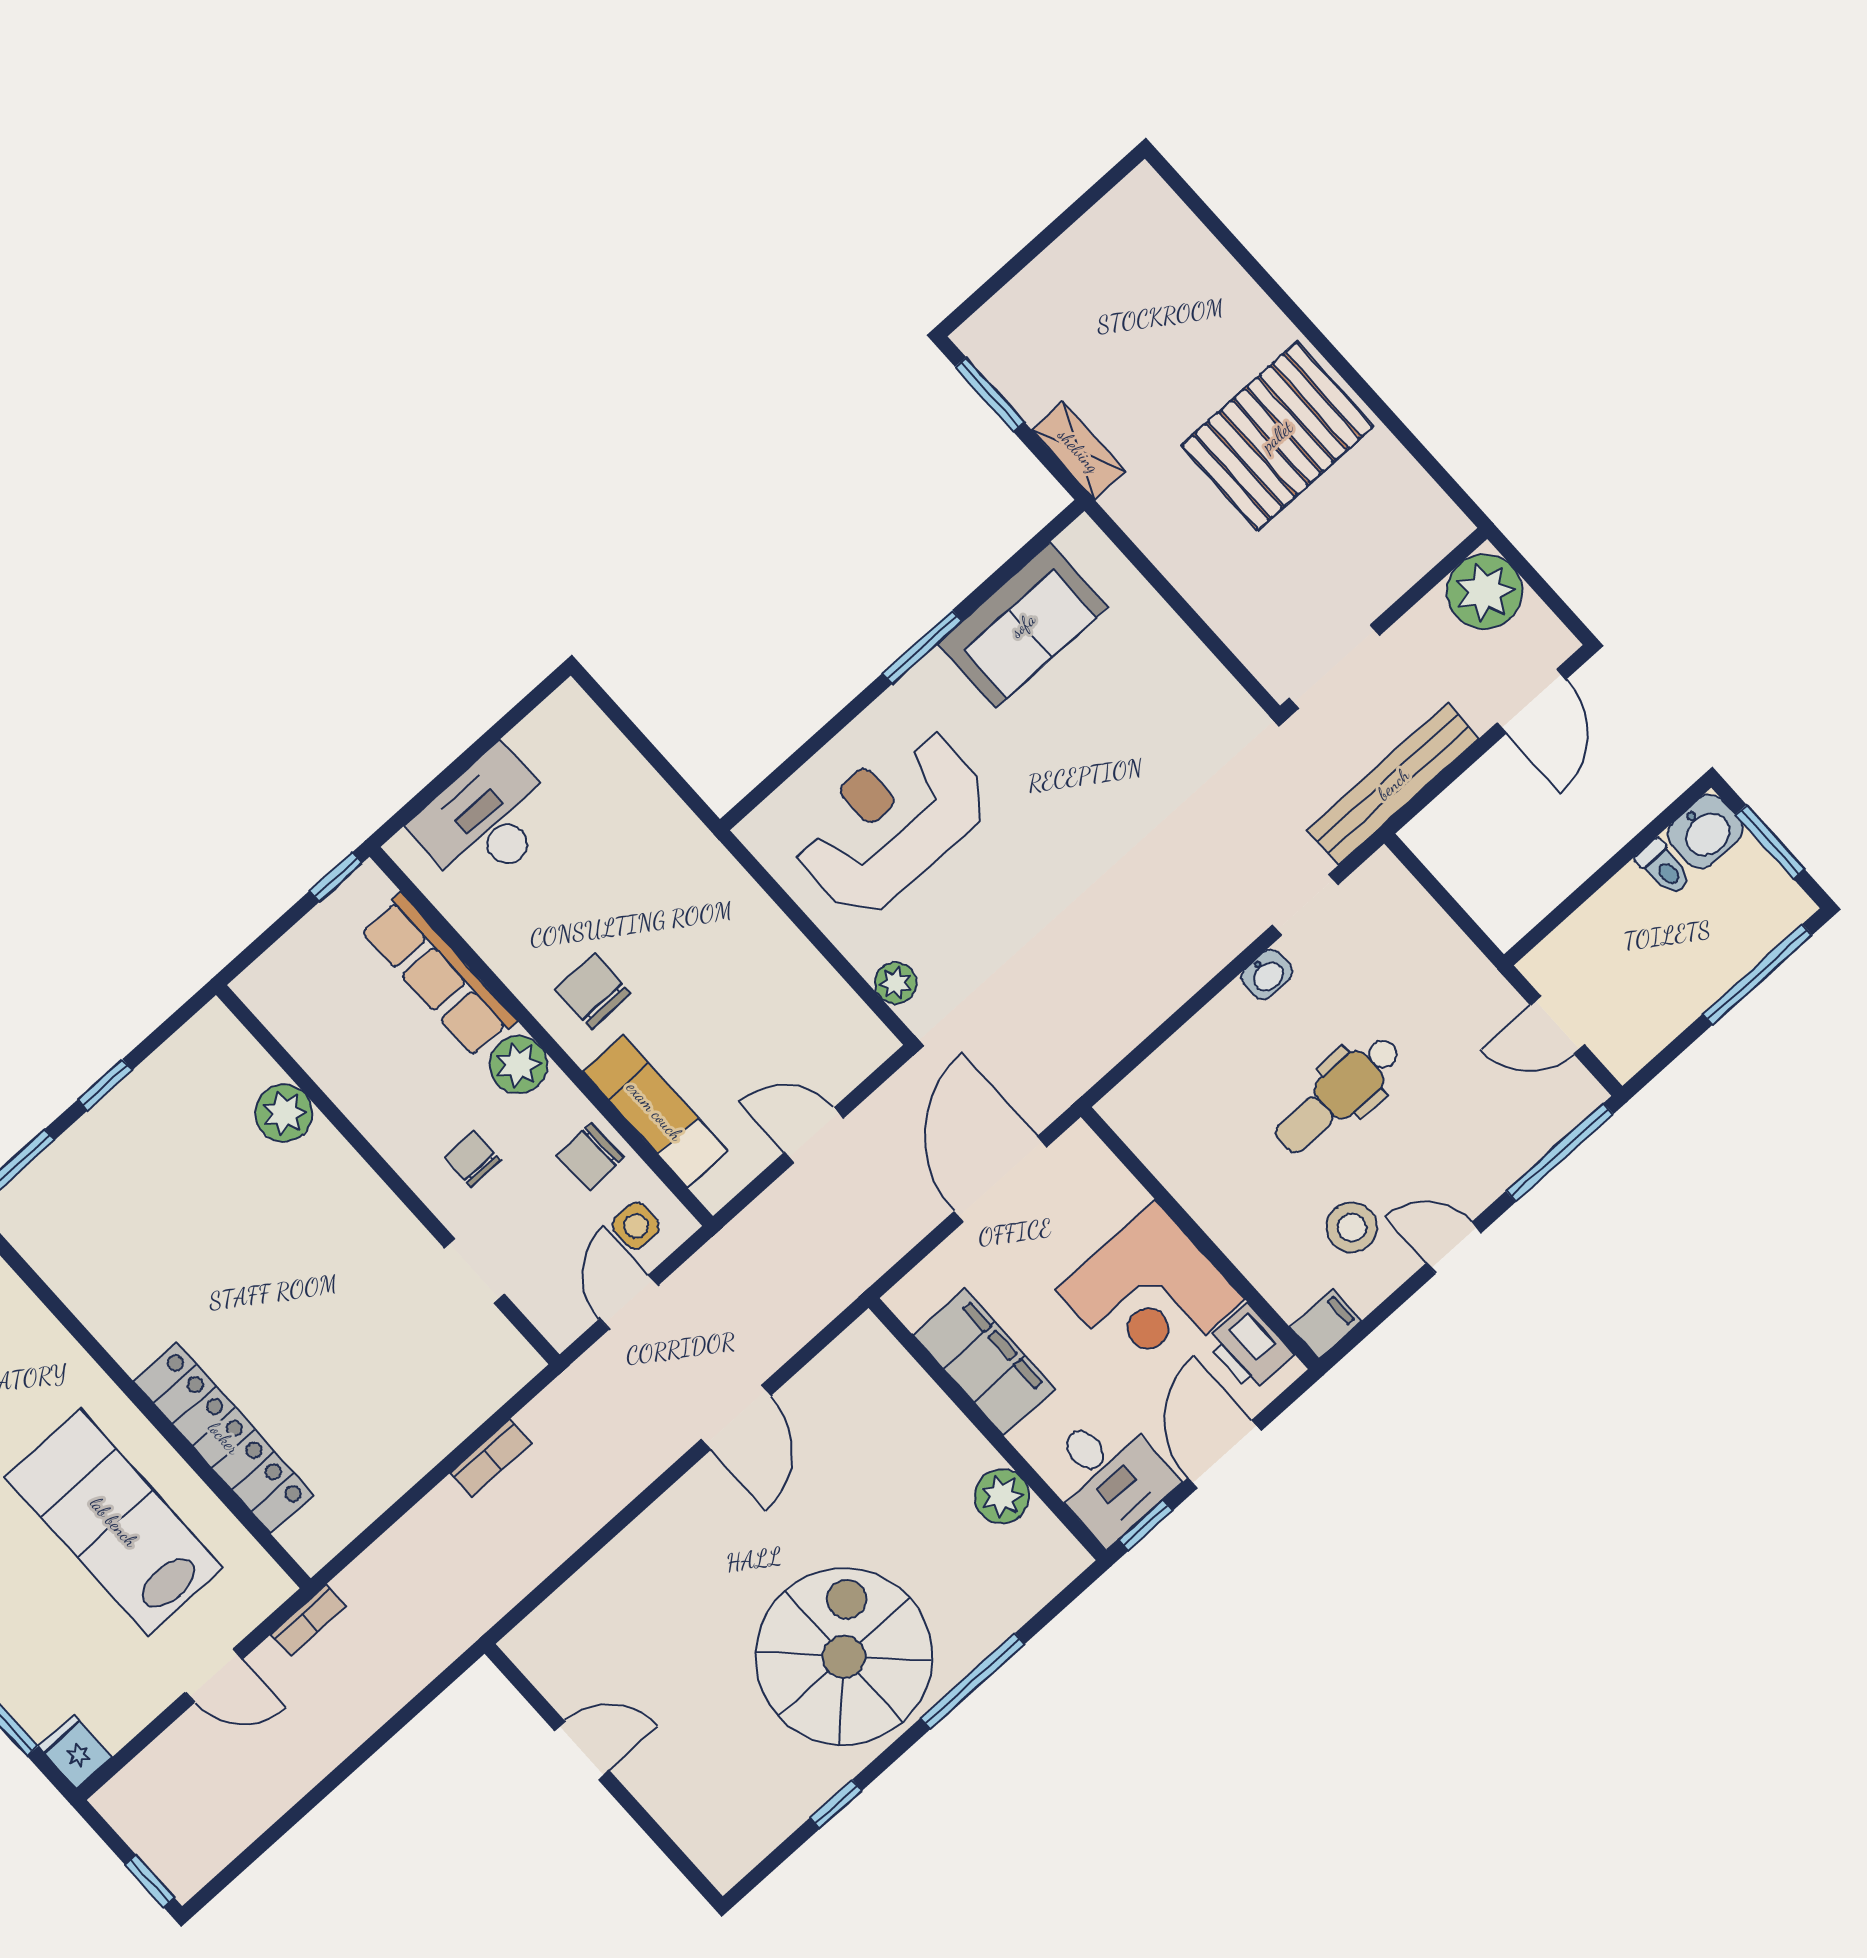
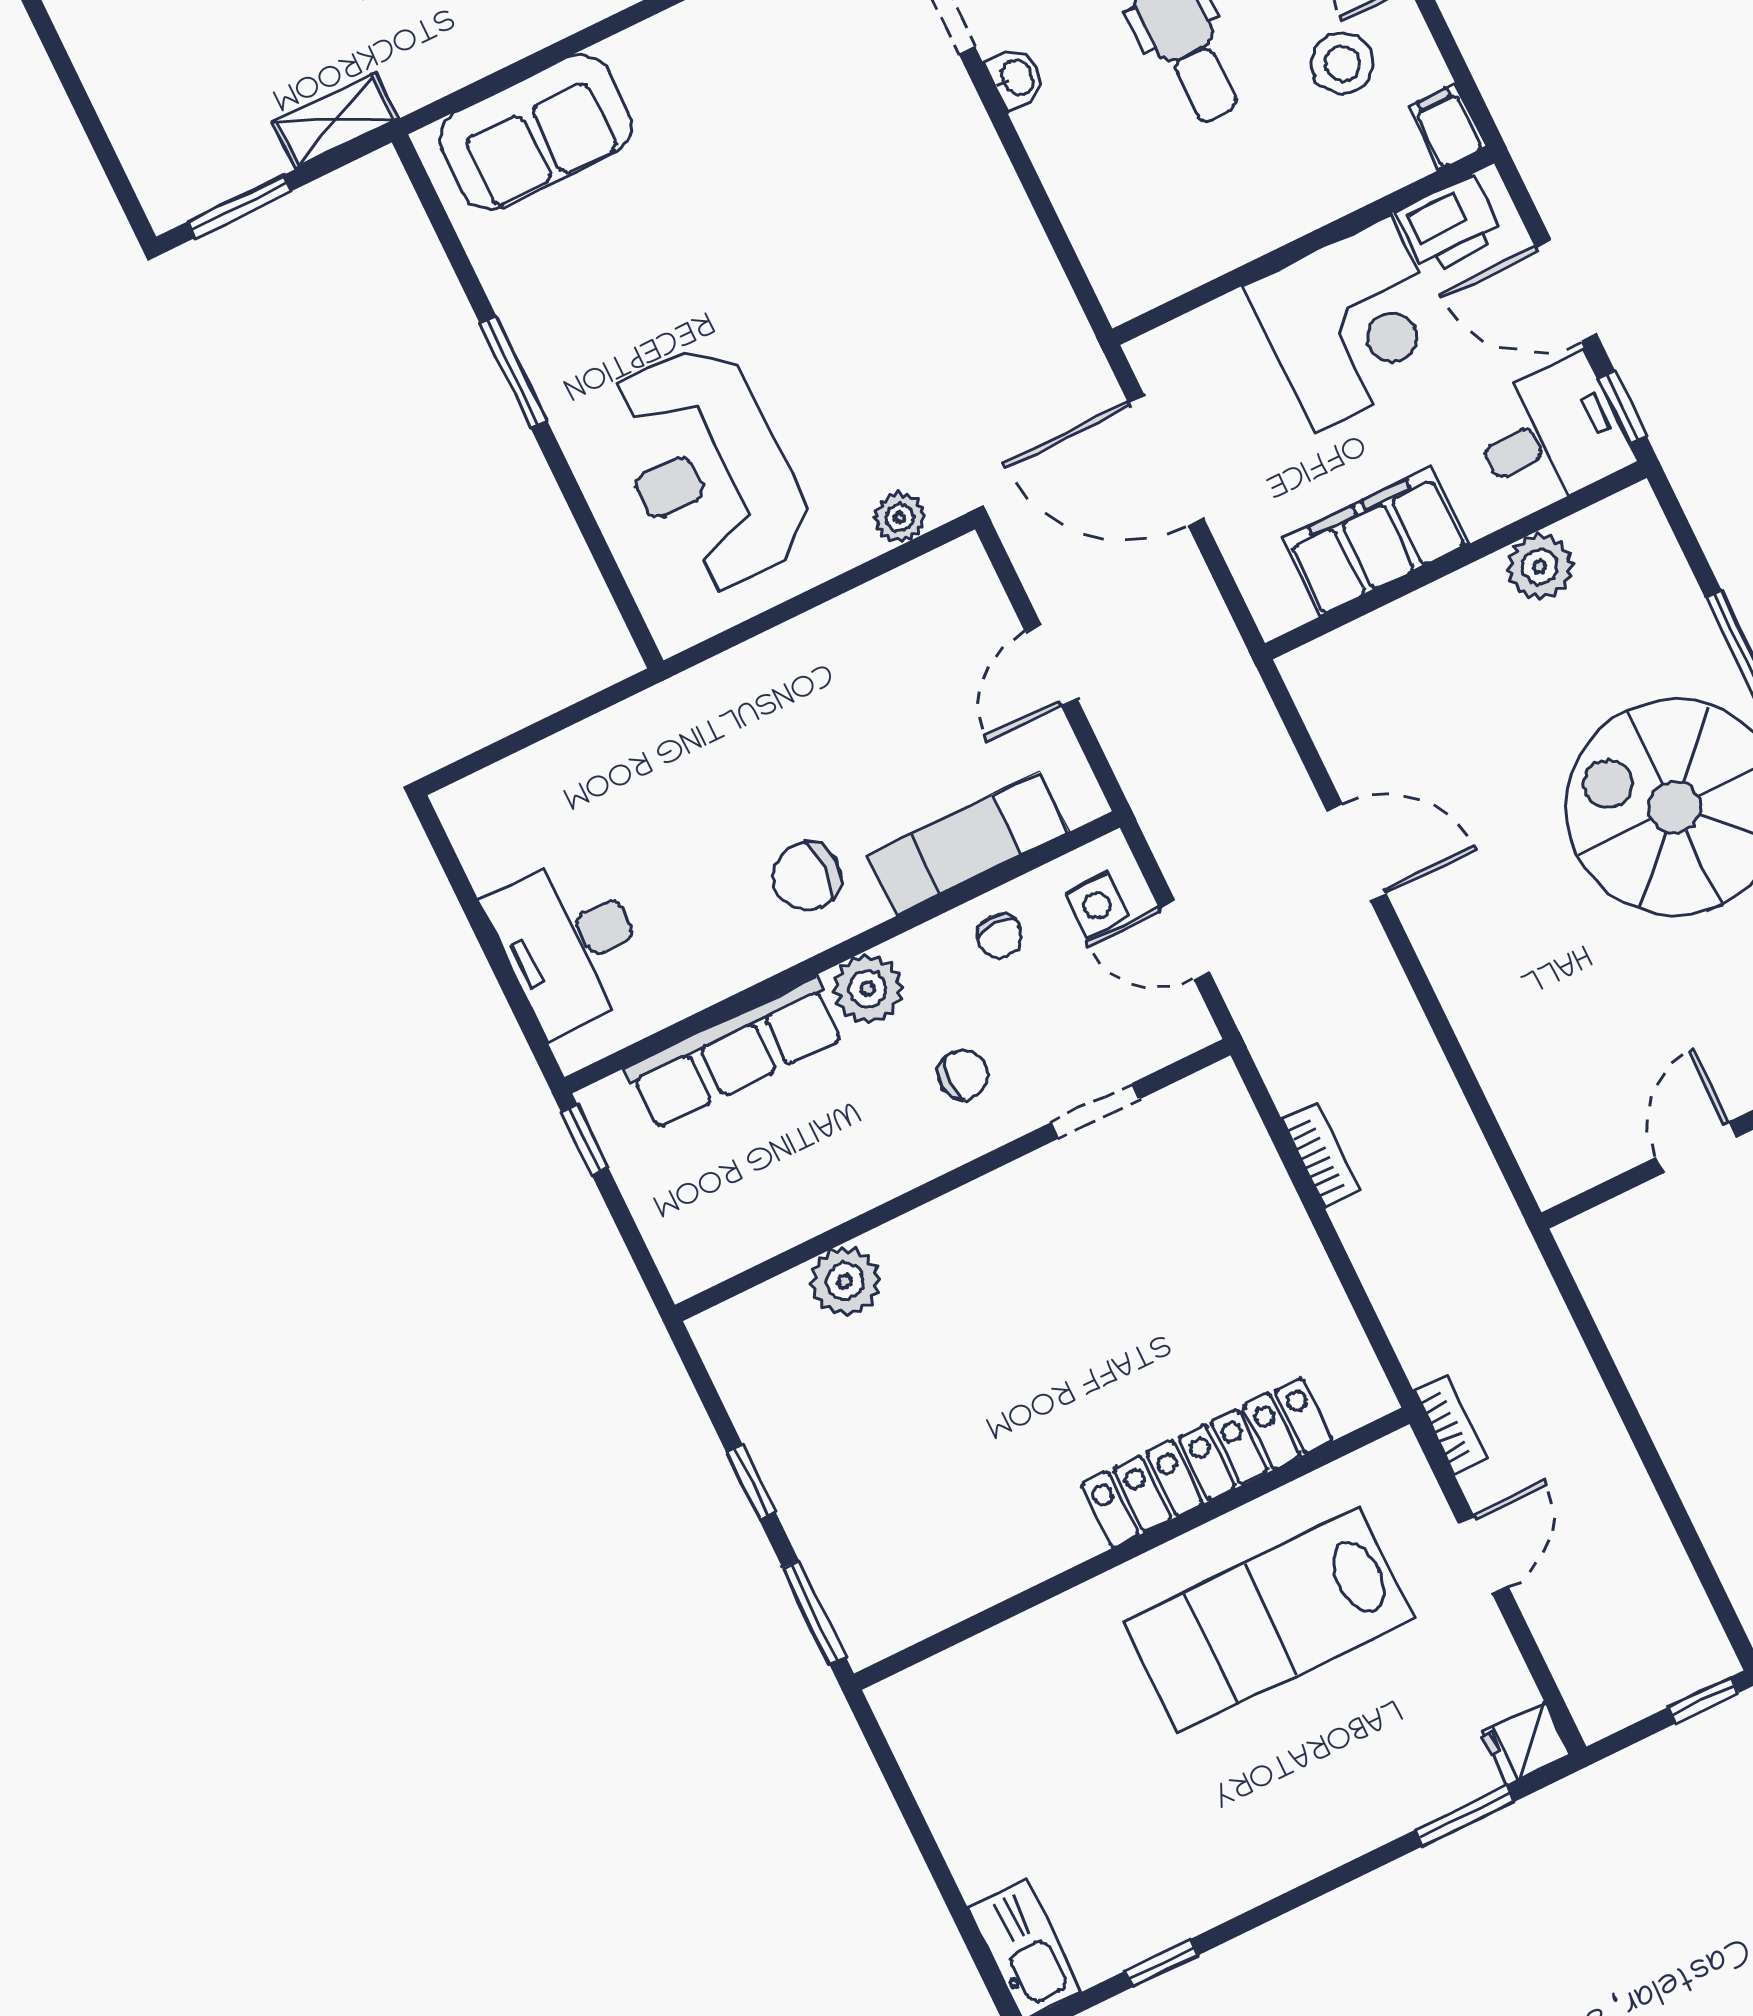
sofa: (1023, 625) -> (535, 132), moved, turned 90
chair: (590, 1157) -> (1000, 936), width x0.73, depth x0.73
chair: (473, 1159) -> (963, 1075), turned 180

